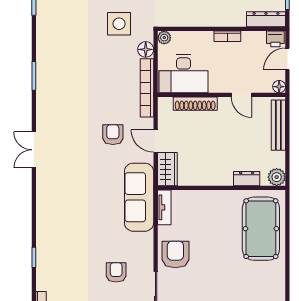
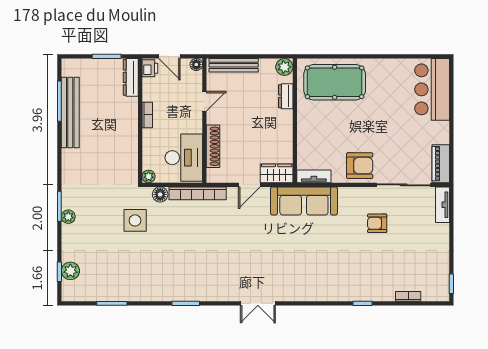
armchair: (113, 135) -> (243, 227), removed
armchair: (175, 254) -> (360, 166), turned 180

